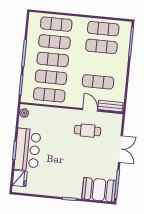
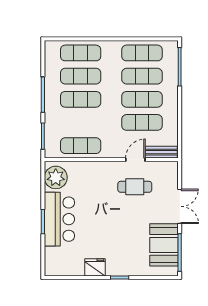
exercise mat: (51, 77) -> (142, 99), moved
door: (90, 110) -> (135, 160), hinge flipped
plant: (24, 113) -> (56, 177), width x1.87, depth x1.87
fridge: (20, 179) -> (95, 267), moved, turned -90
booth: (99, 190) -> (164, 245), moved, turned 90

